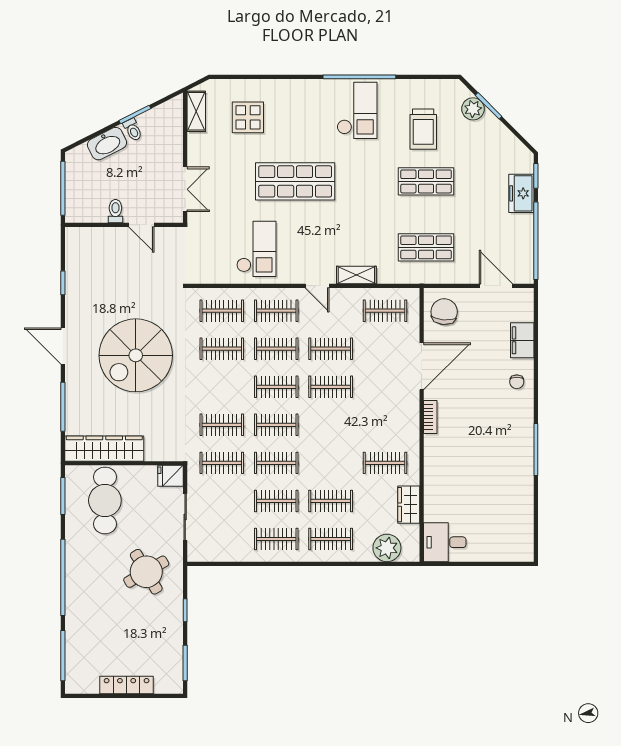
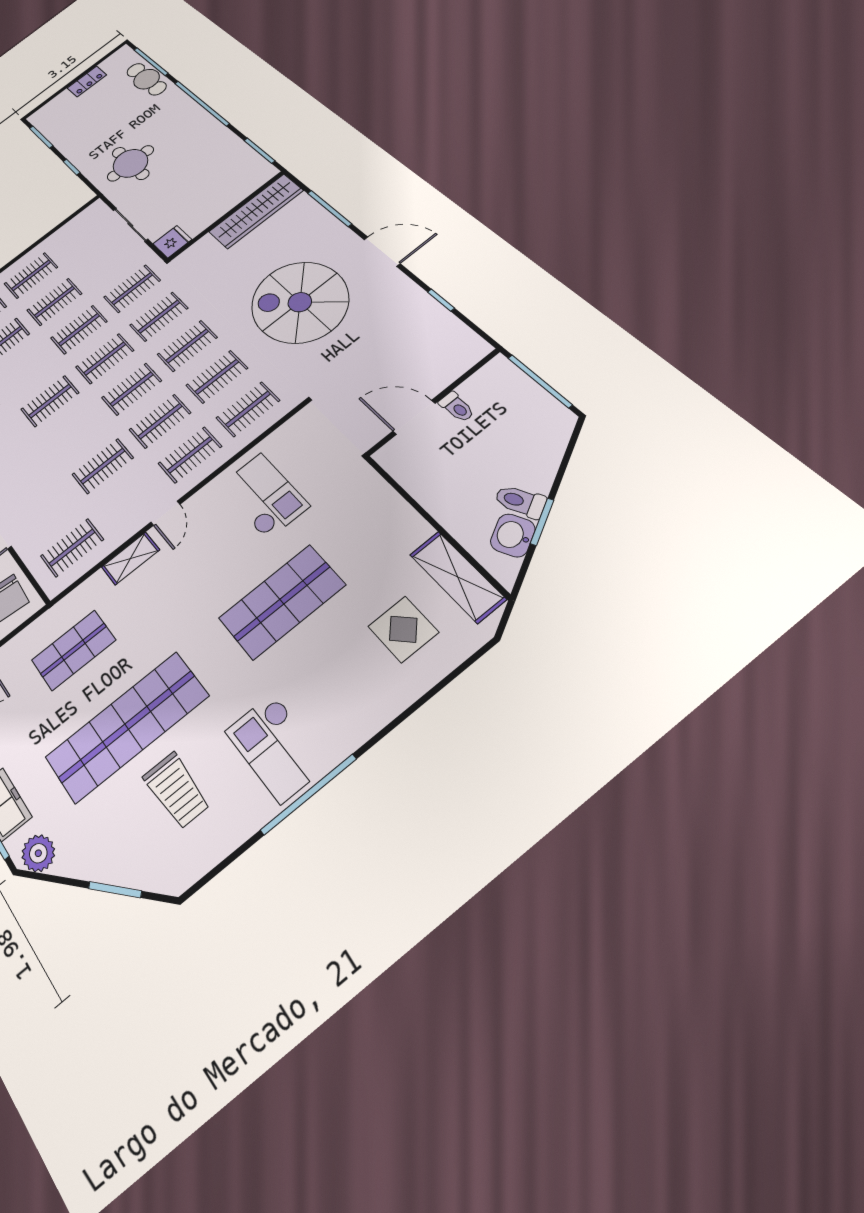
plant: (473, 109) -> (38, 853), moved
shelving: (196, 111) -> (457, 577), width x1.50, depth x1.33
trolley: (423, 129) -> (176, 790), turned 180
toilet: (133, 130) -> (520, 501), width x1.37, depth x1.39
washbasin: (107, 144) -> (513, 535), moved, width x0.72
shop shelf: (426, 181) -> (127, 727), width x2.00, depth x1.36
double door: (185, 189) -> (401, 491), removed
door: (141, 225) -> (414, 417), width x1.38
checkout: (256, 249) -> (264, 496), turned 180
door: (317, 286) -> (165, 513), swing flipped
spiral stairs: (136, 355) -> (300, 302), turned -90
clothes rail: (222, 387) -> (187, 346), added
clothes rail: (331, 387) -> (50, 401), moved
cafe table: (105, 500) -> (147, 79), moved, width x0.73, depth x0.74
round table: (146, 572) -> (130, 163), turned 30
locker: (127, 685) -> (87, 81), width x0.66

